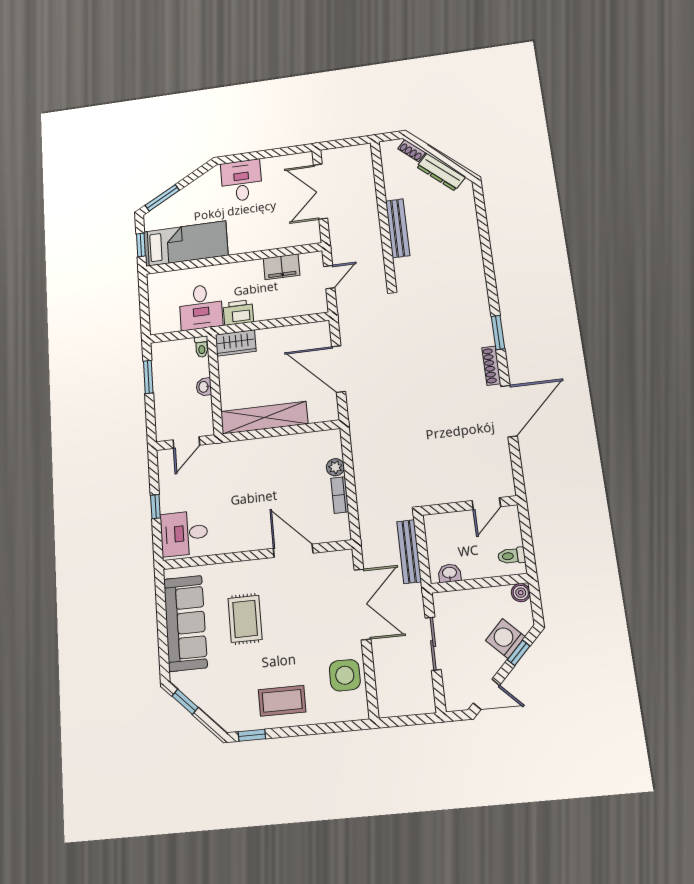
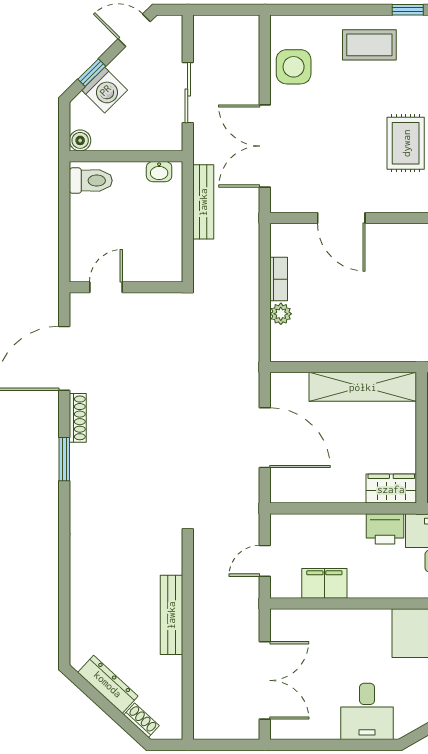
door: (486, 504) -> (106, 287), moved
wall: (469, 506) -> (126, 287), moved
toilet: (512, 556) -> (91, 181), width x1.37, depth x1.39

